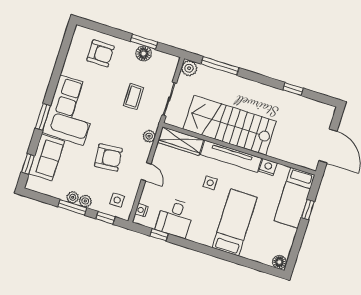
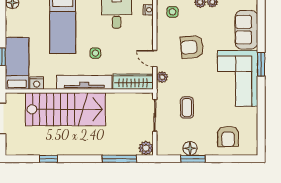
armchair: (101, 53) -> (228, 136), turned -90
stairs: (230, 125) -> (65, 109), moved
window: (28, 164) -> (261, 19), removed
nightstand: (268, 167) -> (37, 83), moved
door: (146, 172) -> (155, 58), moved

